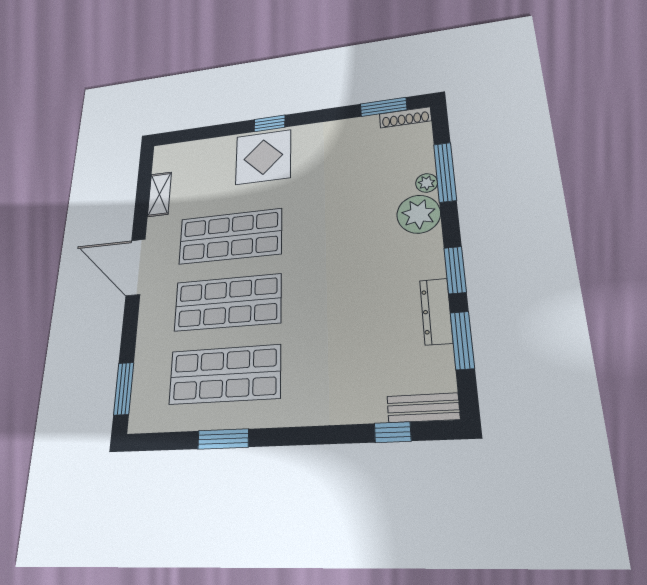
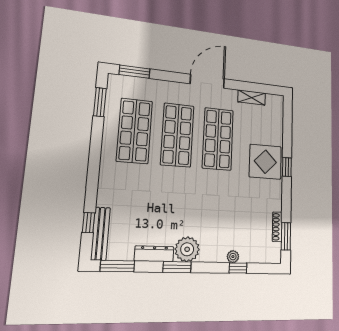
shoe rack: (405, 117) -> (277, 227), moved
window: (445, 172) -> (238, 268), width x0.46
plant: (419, 214) -> (187, 249), moved
window: (462, 340) -> (117, 266), moved
bench: (423, 408) -> (100, 234), width x1.36
window: (223, 439) -> (100, 102), moved

